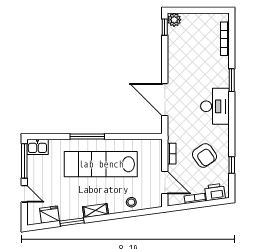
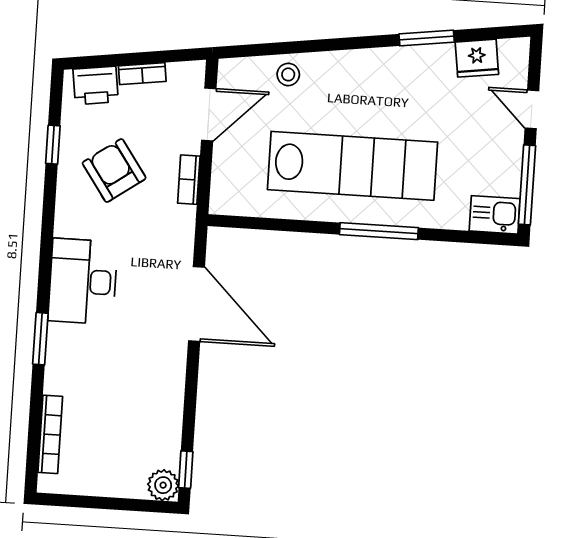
door: (165, 183) -> (209, 114), swing flipped
shelving: (95, 211) -> (371, 61), removed

